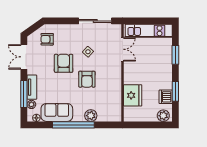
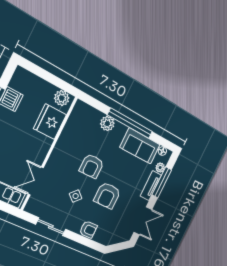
sliding door: (95, 21) -> (51, 227), width x0.73
armchair: (47, 39) -> (88, 229), moved
armchair: (87, 79) -> (92, 166), turned 180
plant: (163, 116) -> (62, 98), moved

